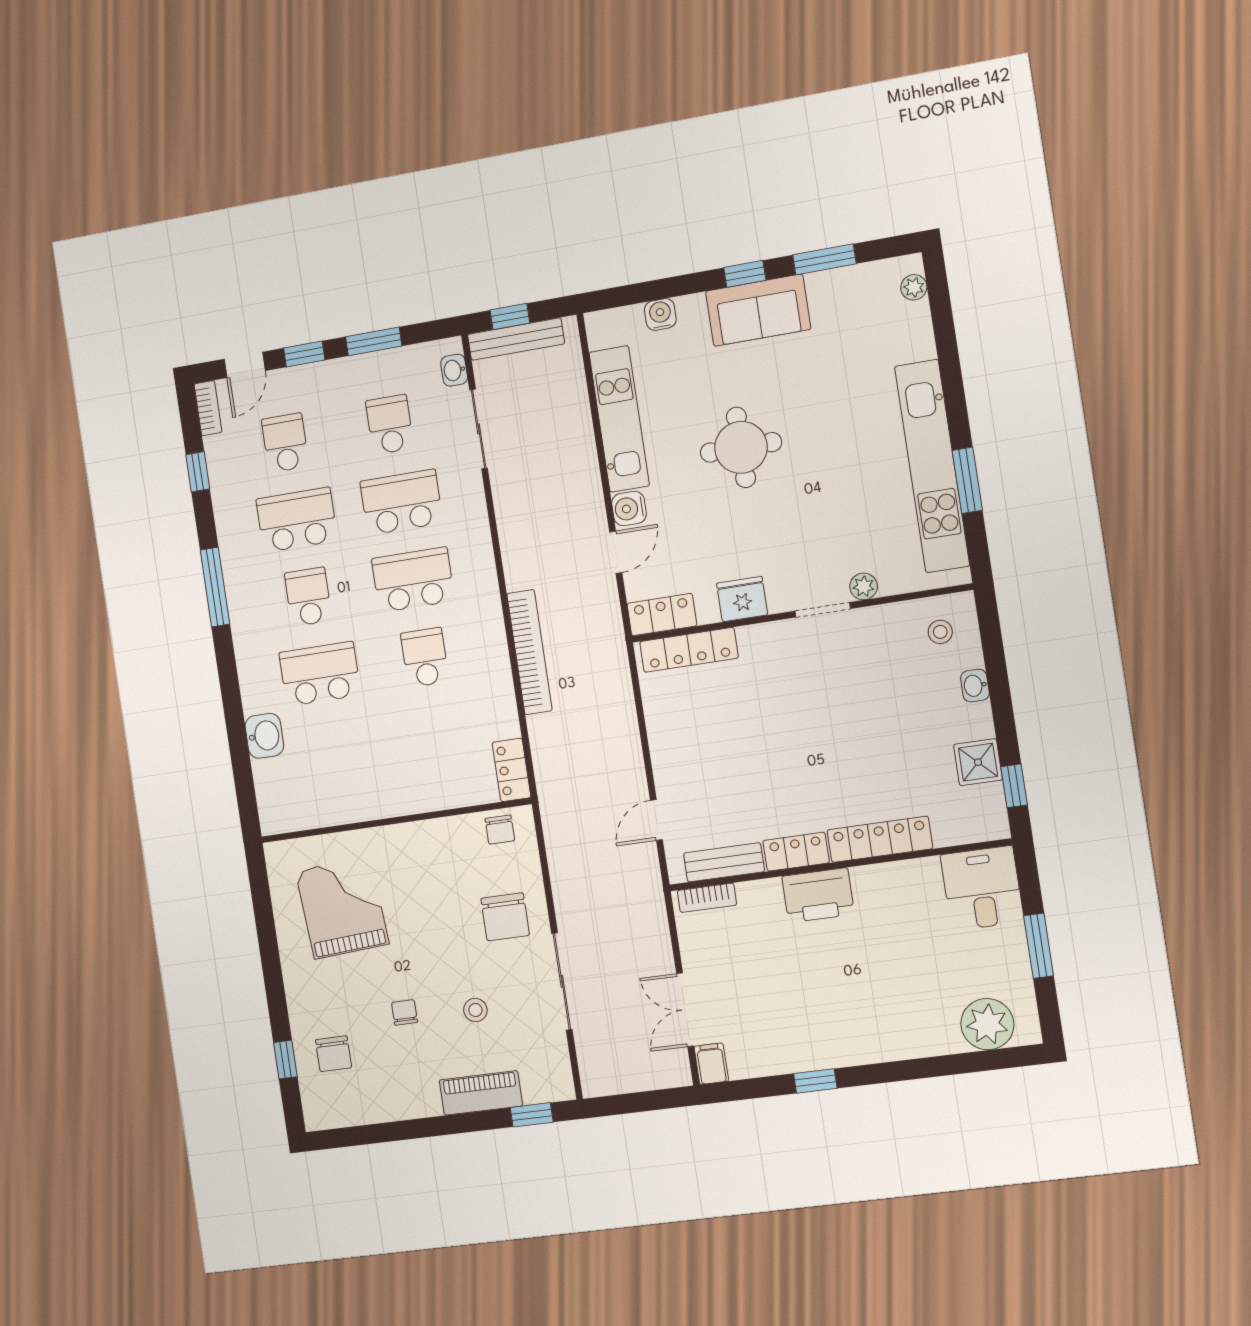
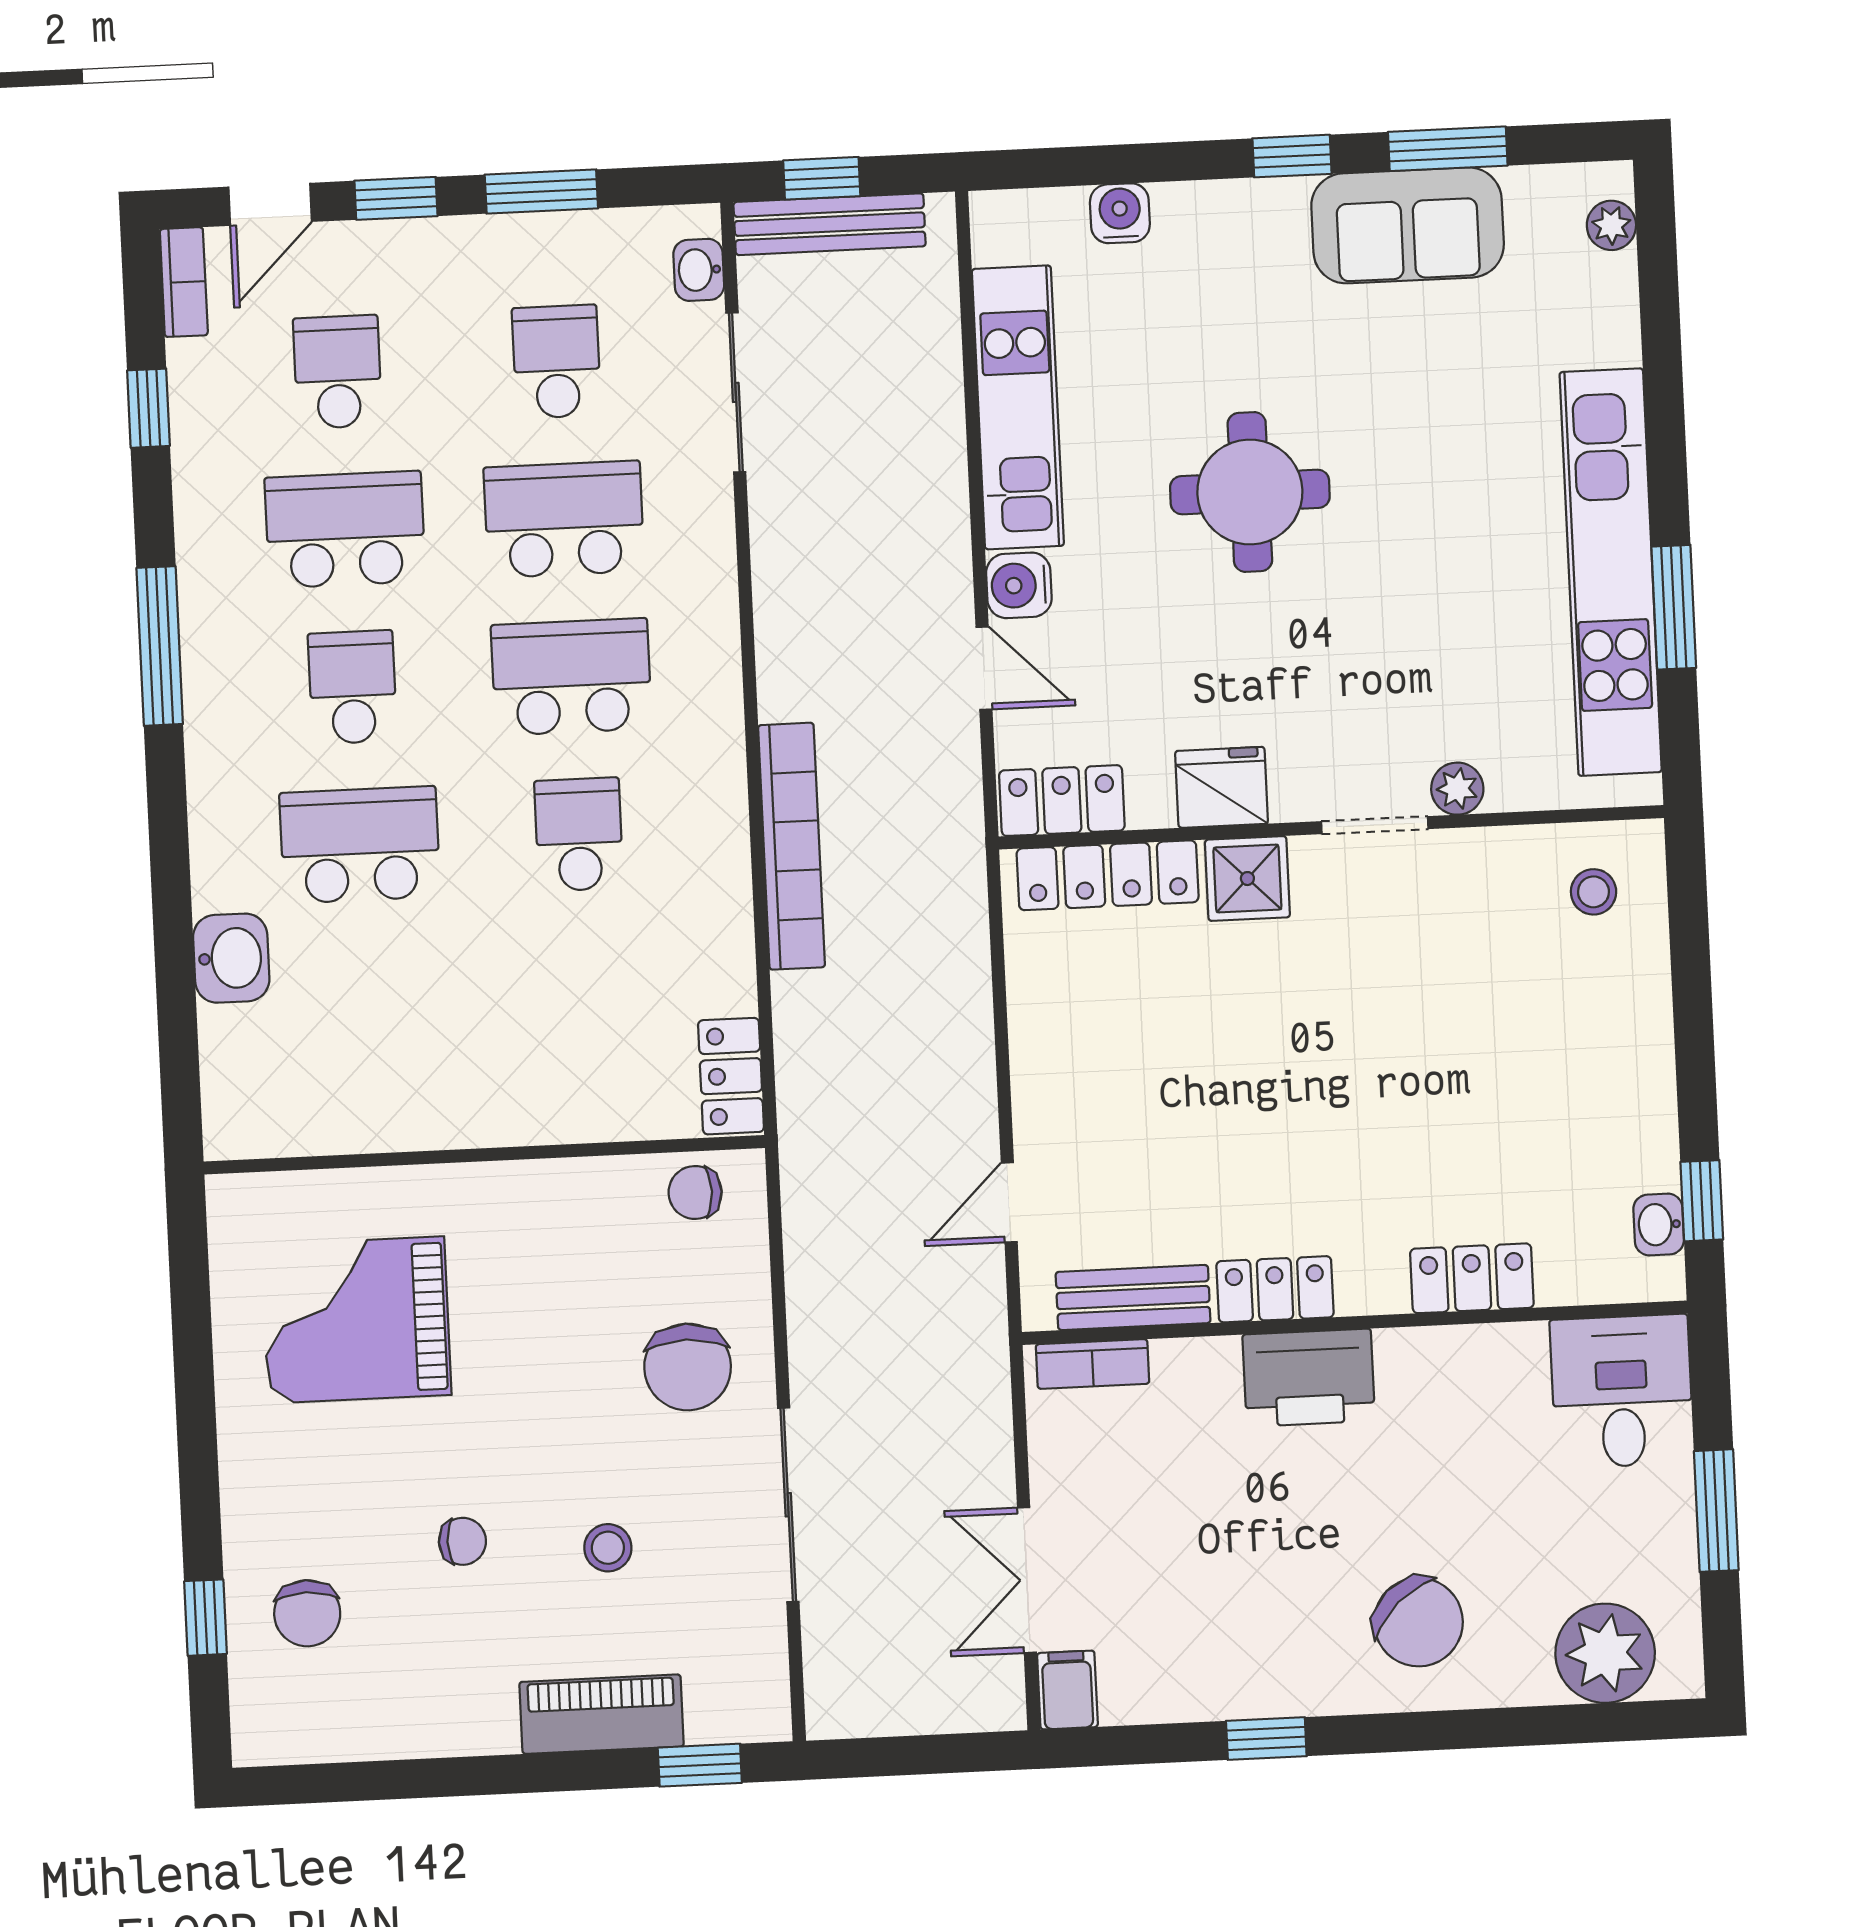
sofa: (758, 310) -> (1408, 225), moved
door: (616, 552) -> (984, 668), hinge flipped
washbasin: (975, 686) -> (1659, 1225), moved
shower: (978, 762) -> (1247, 879), moved
chair: (500, 830) -> (695, 1193), turned 90
locker: (880, 839) -> (1472, 1278), width x0.66
grand piano: (342, 908) -> (356, 1320), turned -86
chair: (404, 1012) -> (462, 1541), turned 90
chair: (888, 1016) -> (1418, 1622), added

